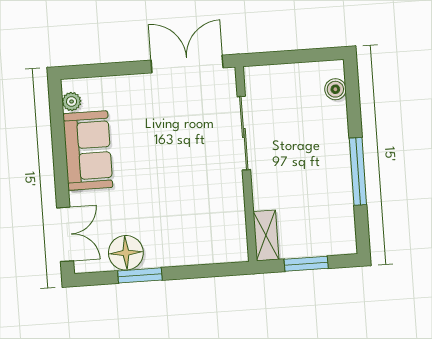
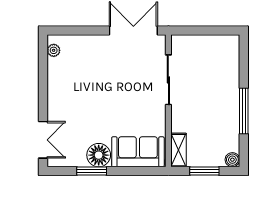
boiler: (335, 89) -> (232, 160), moved
sofa: (88, 151) -> (138, 152), moved, turned -90
floor lamp: (126, 253) -> (99, 155), moved

